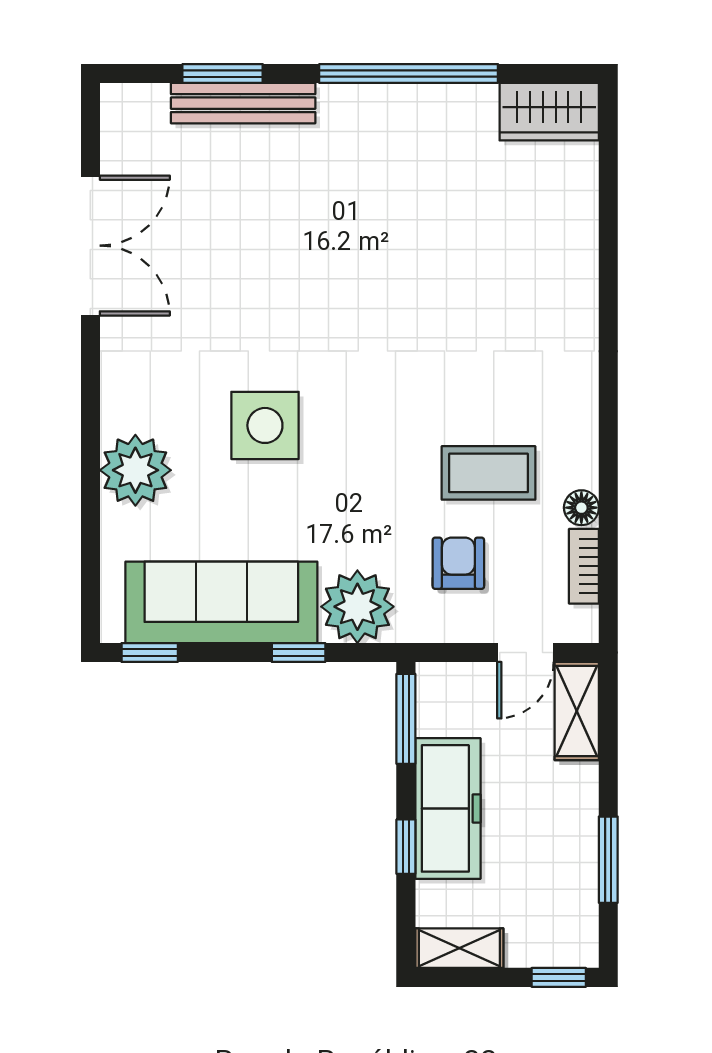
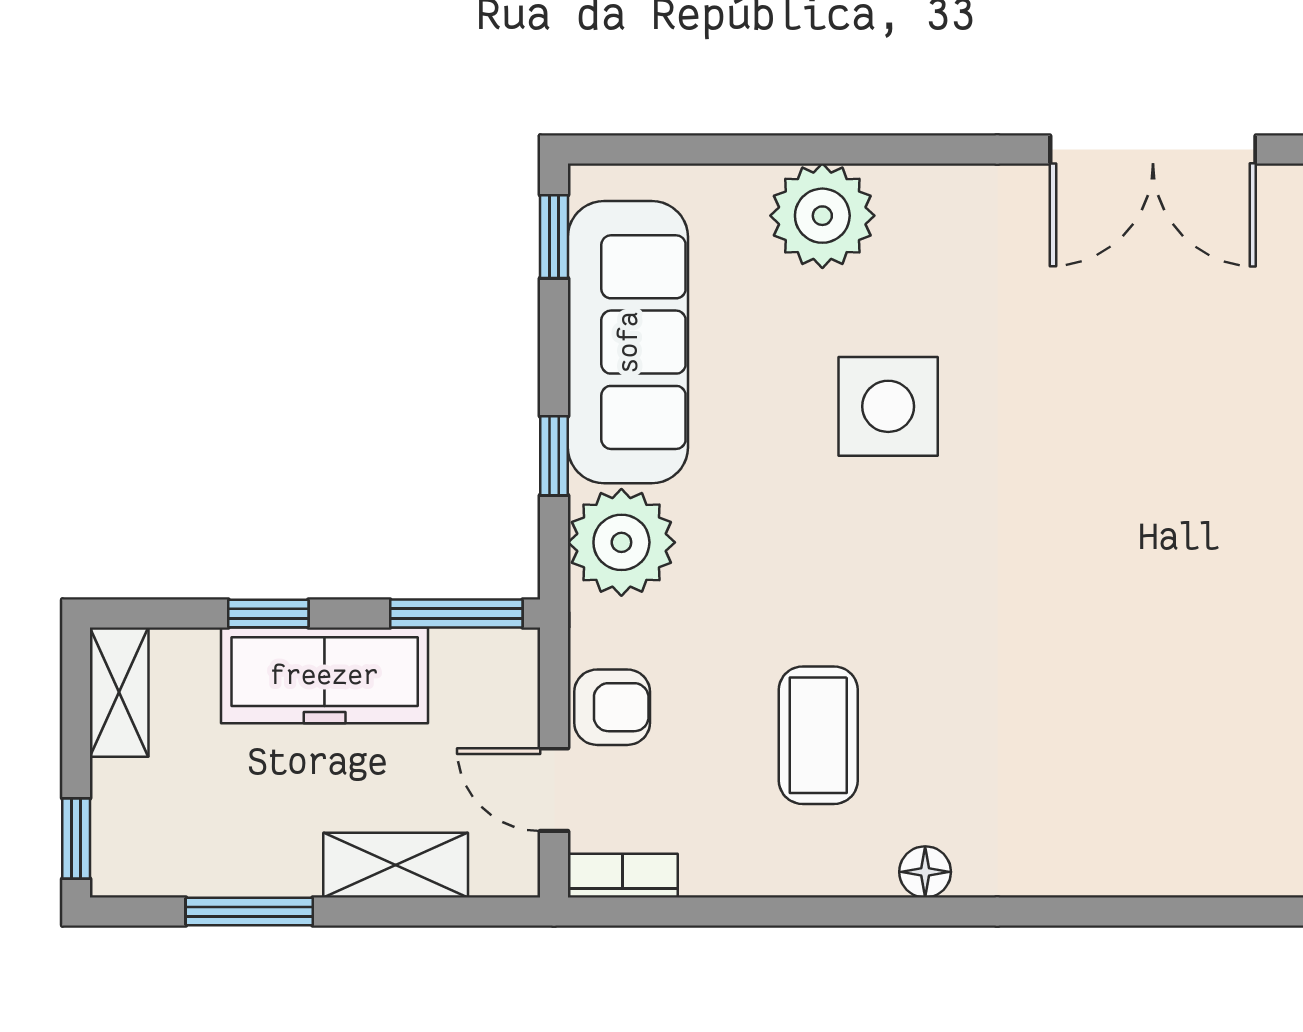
floor lamp: (581, 508) -> (925, 872), moved
armchair: (458, 563) -> (612, 707), moved
bookcase: (584, 566) -> (623, 876), moved
shelving: (577, 711) -> (396, 865), moved

